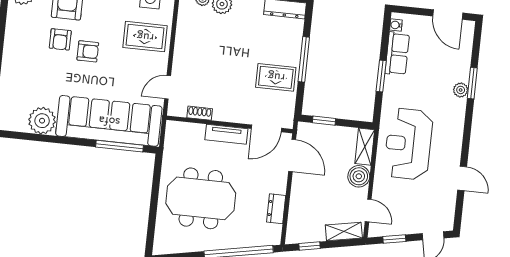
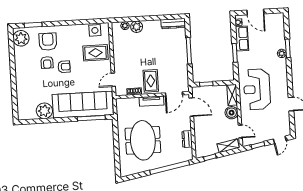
door: (448, 15) -> (255, 12), moved
rug: (276, 77) -> (151, 81), moved, turned 90
meeting table: (201, 198) -> (143, 140), turned 90

